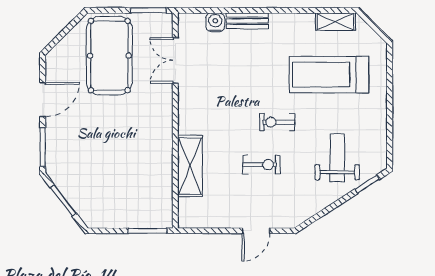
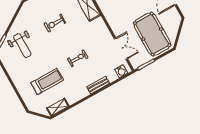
water cooler: (215, 22) -> (121, 71), moved
treadmill: (329, 75) -> (47, 81), width x0.73, depth x0.73
exercise bike: (277, 122) -> (78, 58), moved

